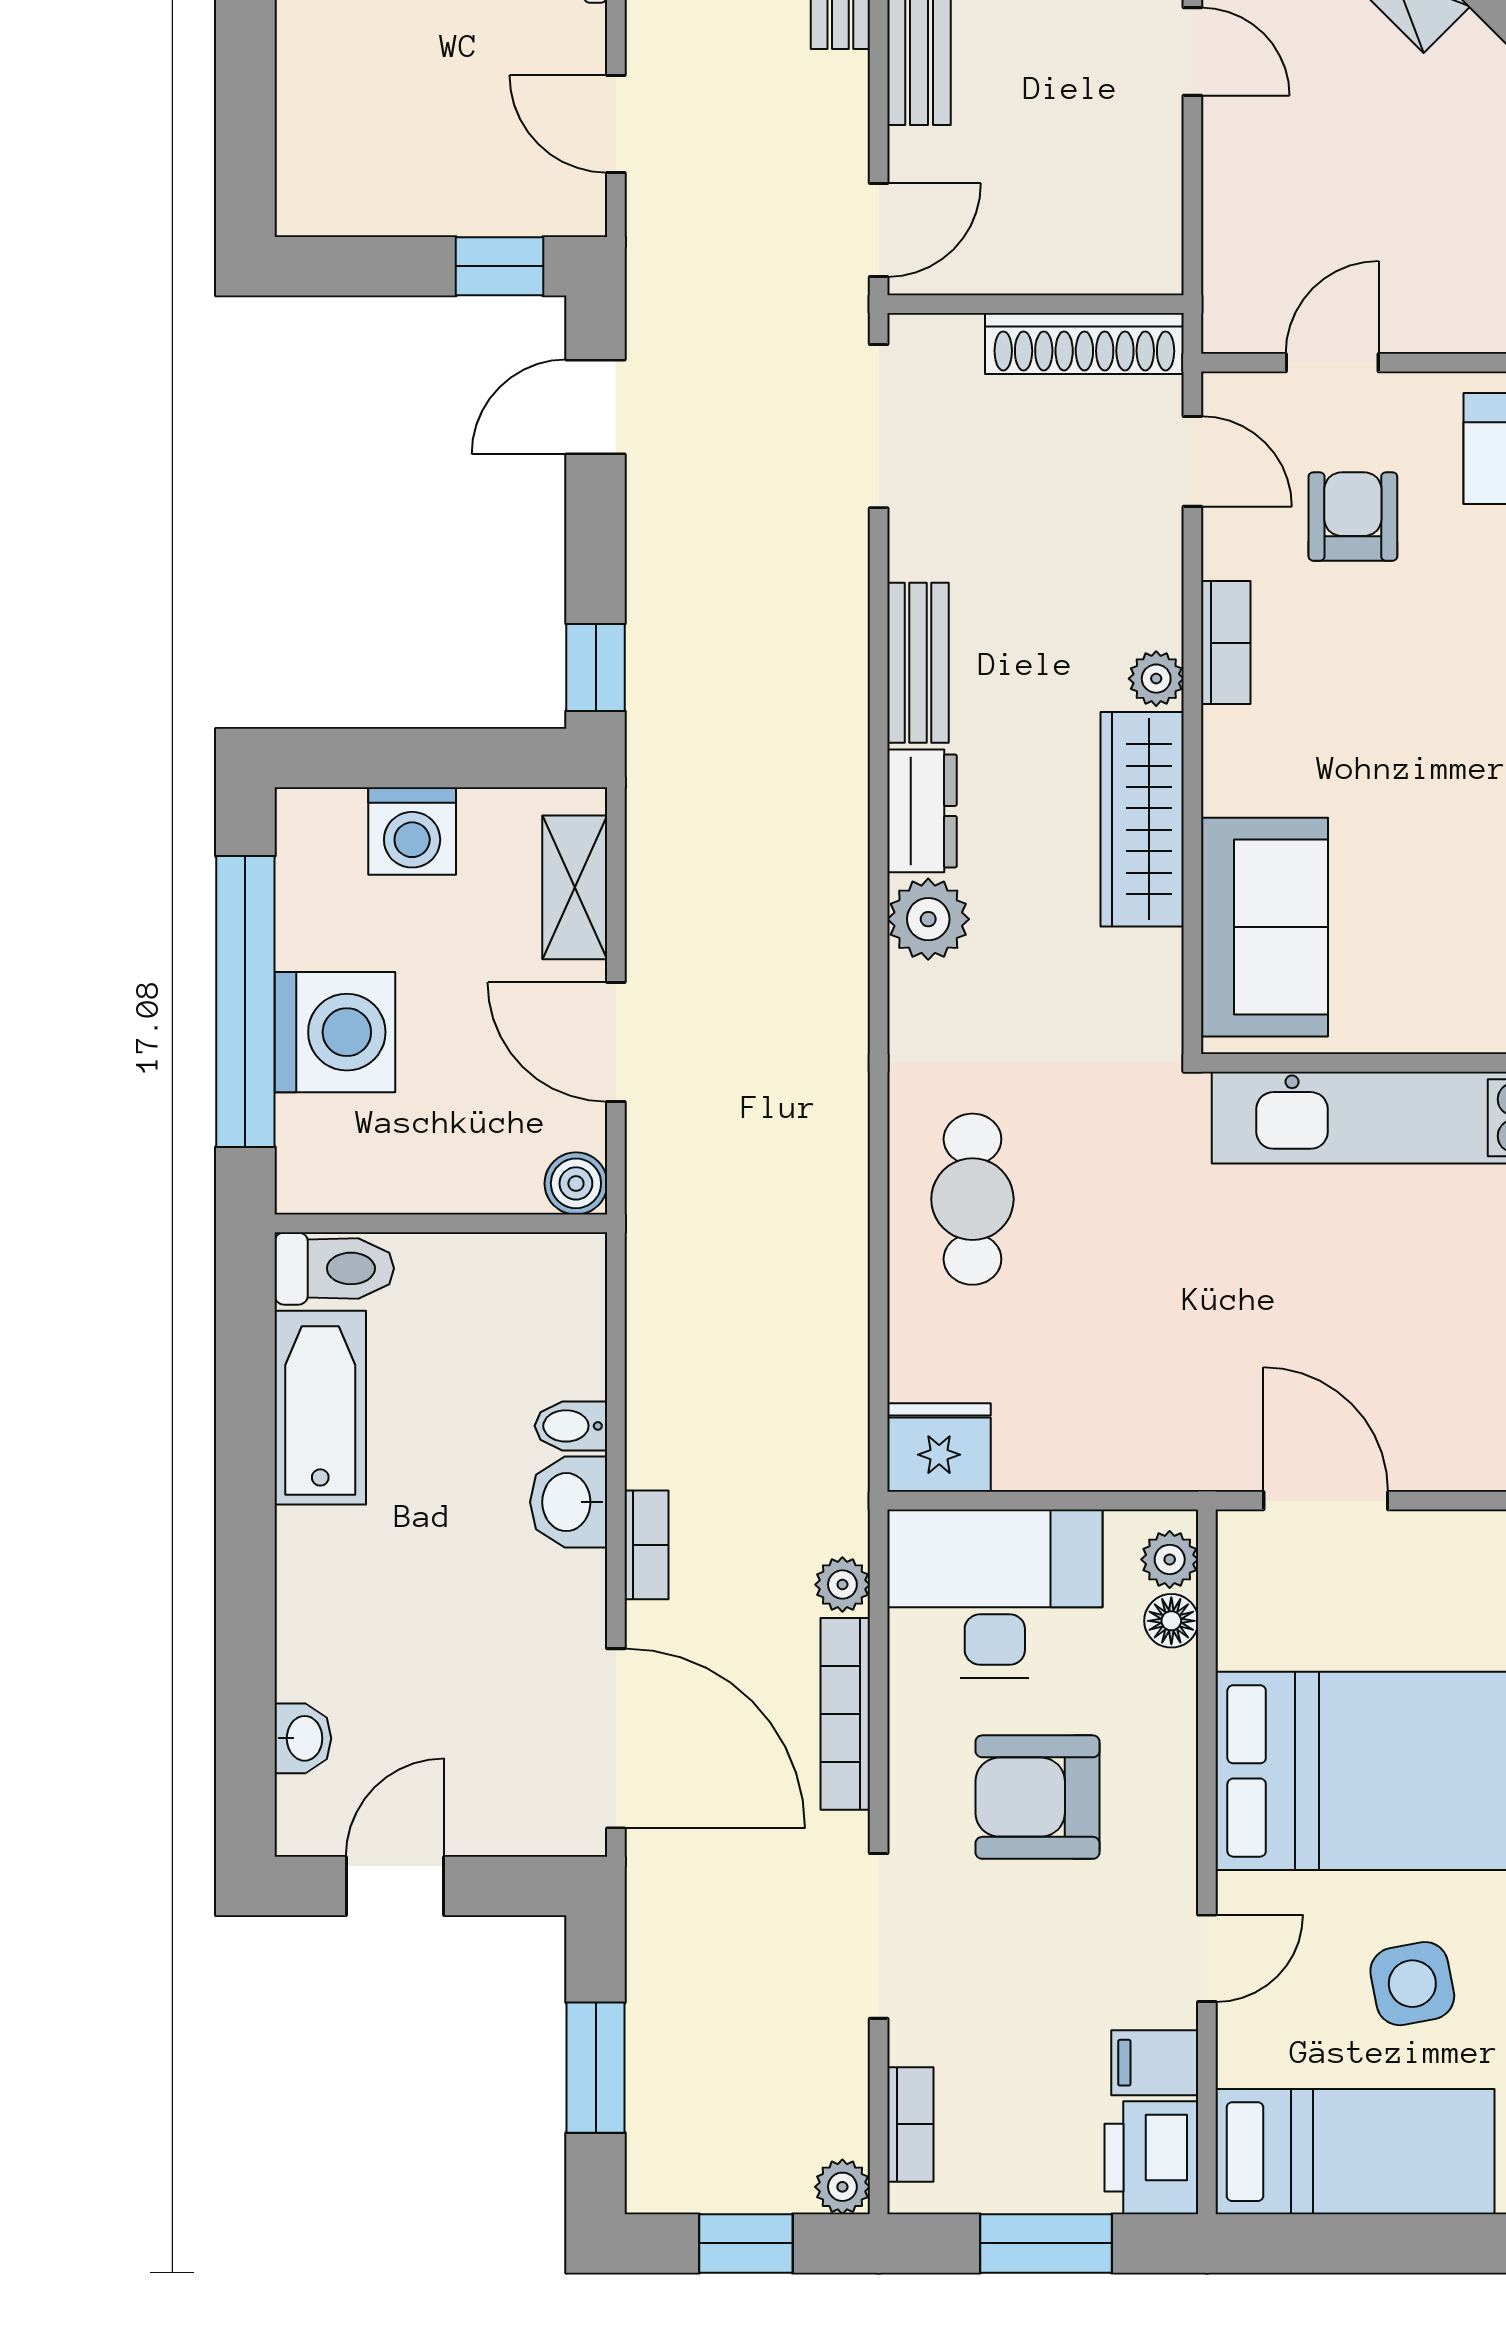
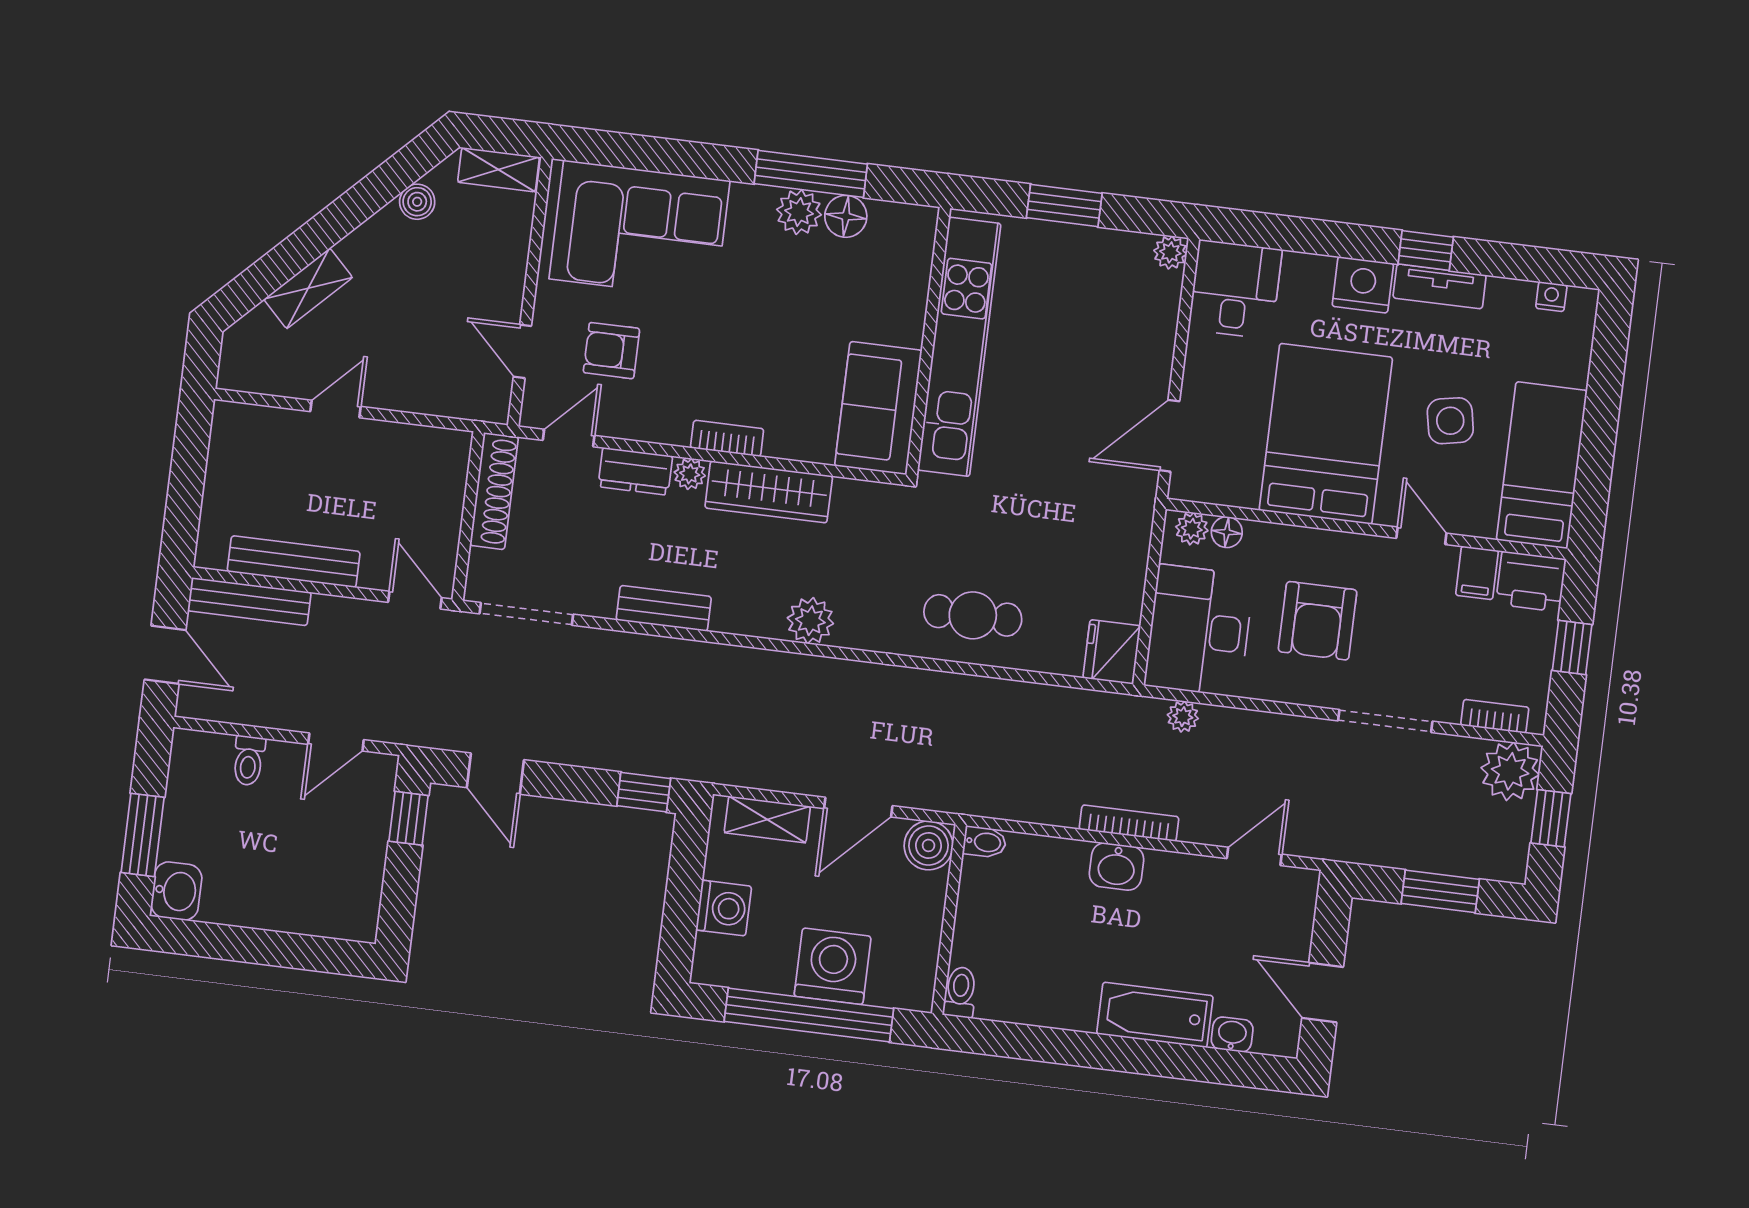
bookcase: (1226, 643) -> (727, 438), moved
dresser: (922, 811) -> (635, 471), moved, turned 180
sofa: (1264, 927) -> (878, 408), moved, turned -90
boiler: (576, 1183) -> (929, 845), width x1.36, depth x1.36
toilet: (334, 1268) -> (960, 992), width x0.73, depth x0.72
bathtub: (320, 1408) -> (1155, 1015), moved
bidet: (571, 1426) -> (985, 842), moved, turned -90
bookcase: (647, 1545) -> (1129, 823), width x1.56
bookcase: (845, 1714) -> (1257, 724), removed
door: (616, 1738) -> (1254, 856), width x0.53
plant: (842, 2187) -> (1510, 771), width x1.88, depth x1.88
window: (1046, 2243) -> (1572, 647), width x0.67

